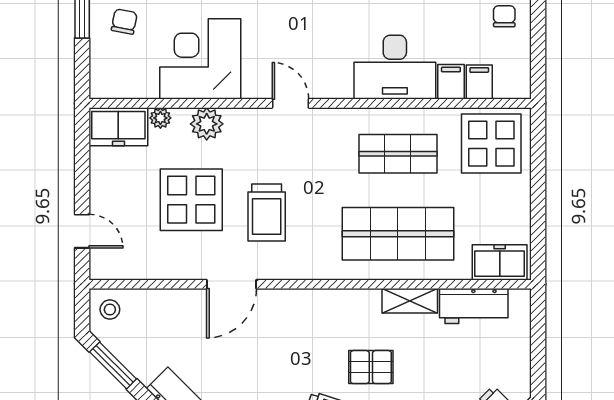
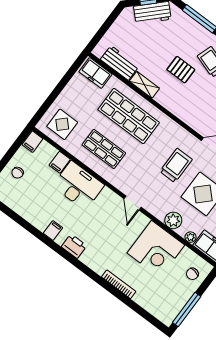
chair: (124, 22) -> (192, 274), moved
filing cabinet: (479, 82) -> (33, 142), moved
display table: (491, 144) -> (62, 124), width x0.73, depth x0.73

